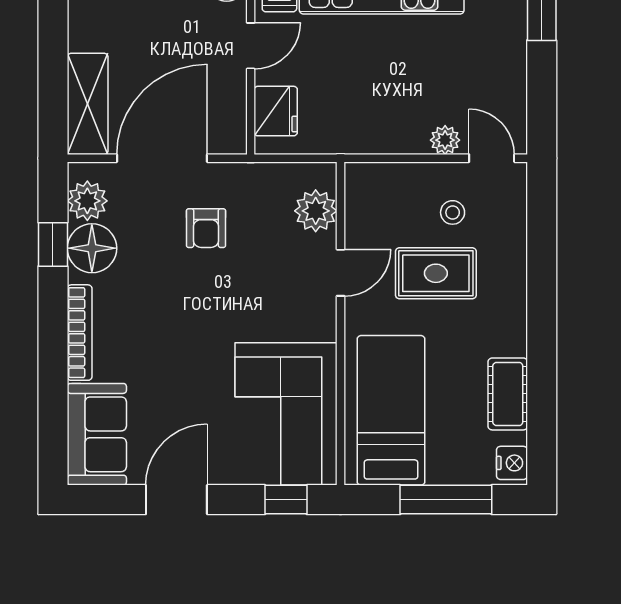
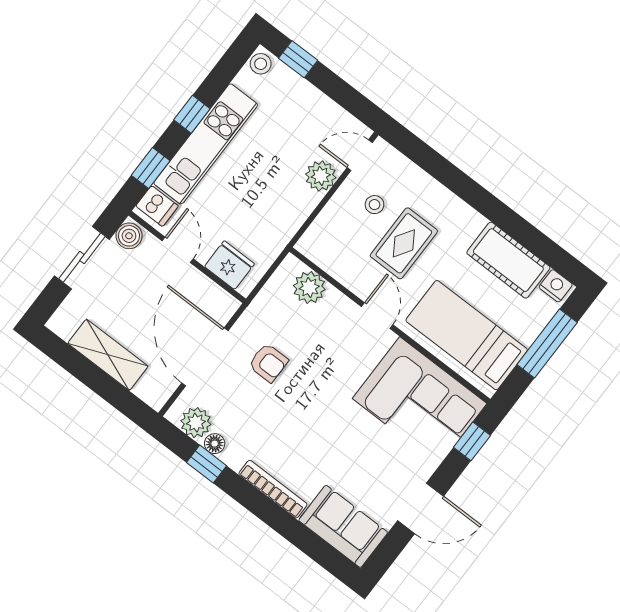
shelving: (88, 104) -> (108, 355), moved
plant: (445, 140) -> (321, 176), width x1.38, depth x1.38
floor lamp: (92, 248) -> (215, 444), width x0.53, depth x0.53
door: (340, 273) -> (377, 316), moved
cot: (508, 394) -> (508, 260), width x1.37, depth x1.34
door: (176, 500) -> (421, 508), swing flipped

